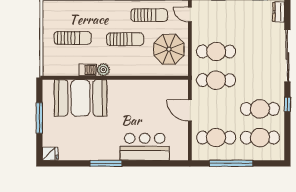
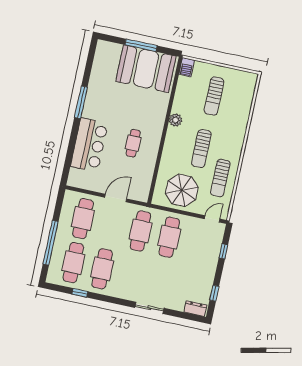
sliding door: (287, 56) -> (149, 308), width x0.54
barbecue: (88, 70) -> (187, 67), moved
booth: (80, 98) -> (146, 69), moved, turned 90
window: (287, 104) -> (80, 293), moved
cafe table: (134, 105) -> (133, 143), added
fridge: (50, 154) -> (103, 48), removed
window: (231, 163) -> (51, 243), moved

